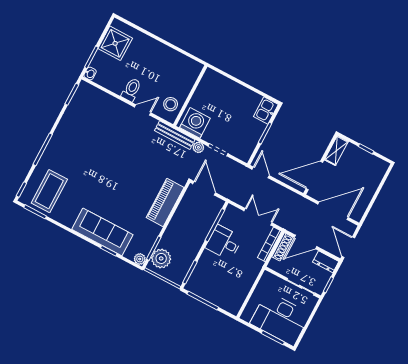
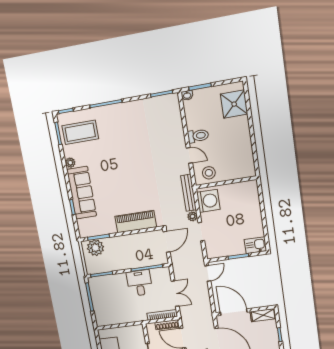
shower: (115, 43) -> (234, 104), moved
plant: (140, 259) -> (70, 163), moved

